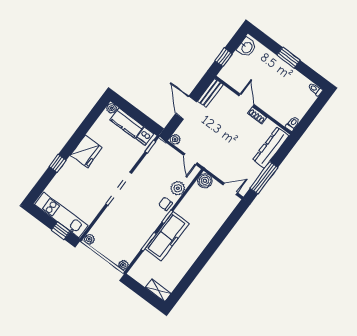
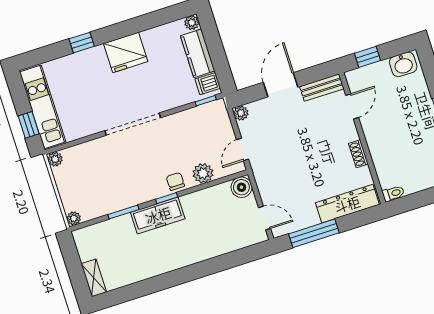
door: (246, 100) -> (352, 106), moved
freezer: (167, 236) -> (158, 215), width x0.73, depth x0.79

